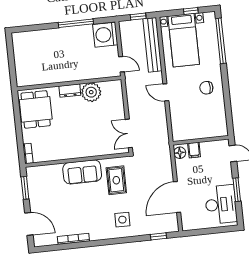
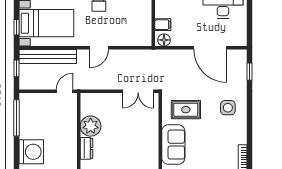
window: (191, 11) -> (16, 27), moved
window: (76, 23) -> (16, 118), moved
washing machine: (105, 35) -> (31, 152), moved, turned -90

